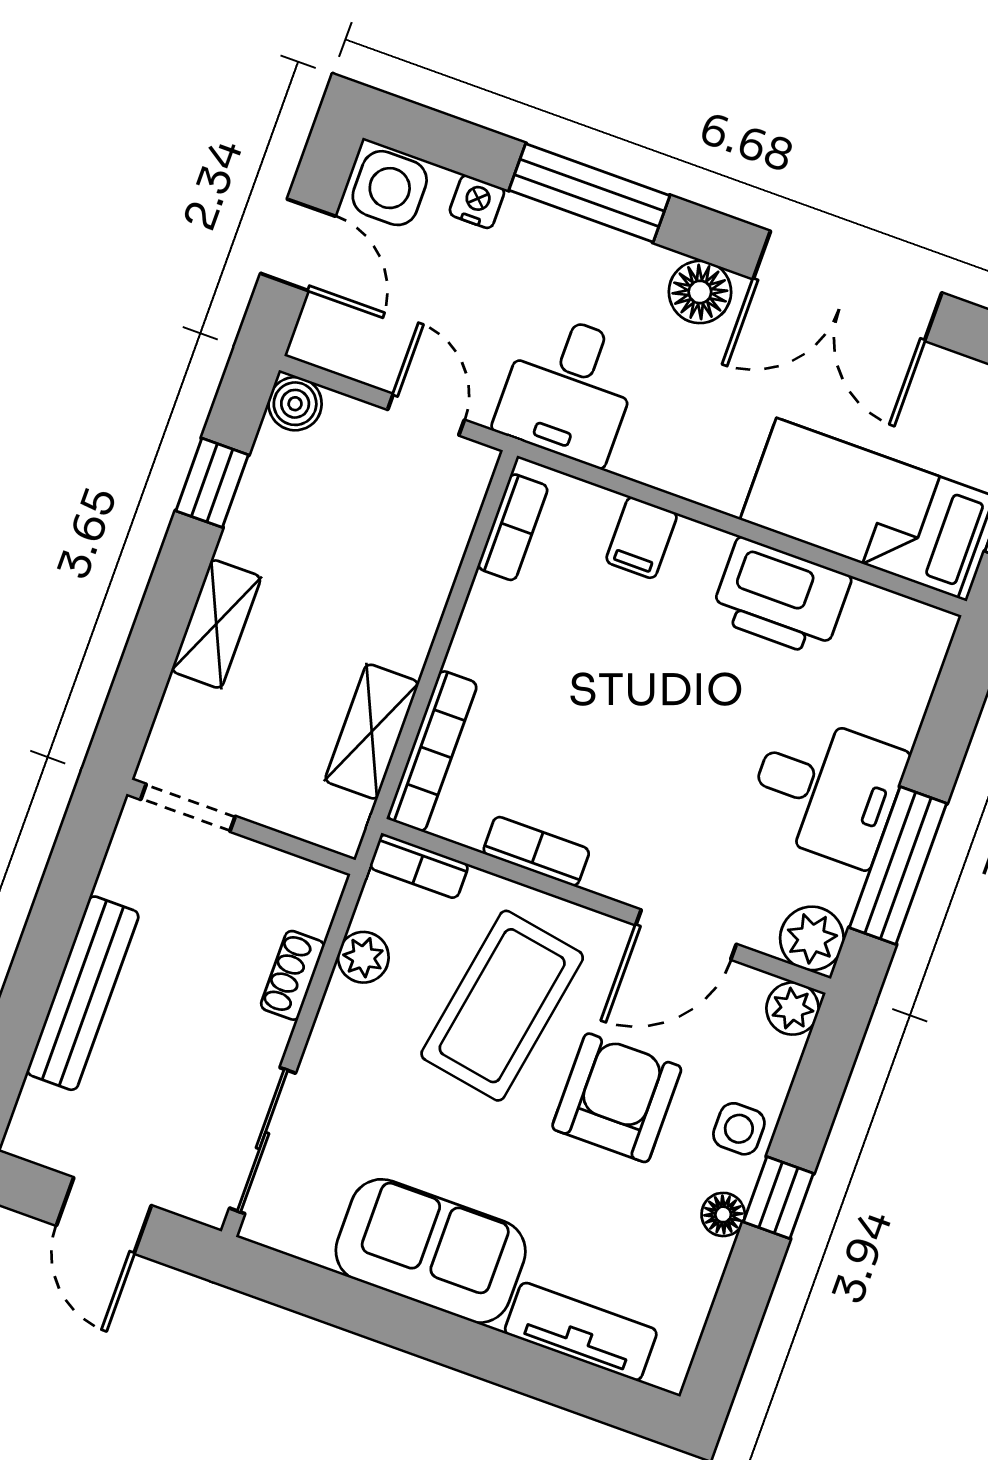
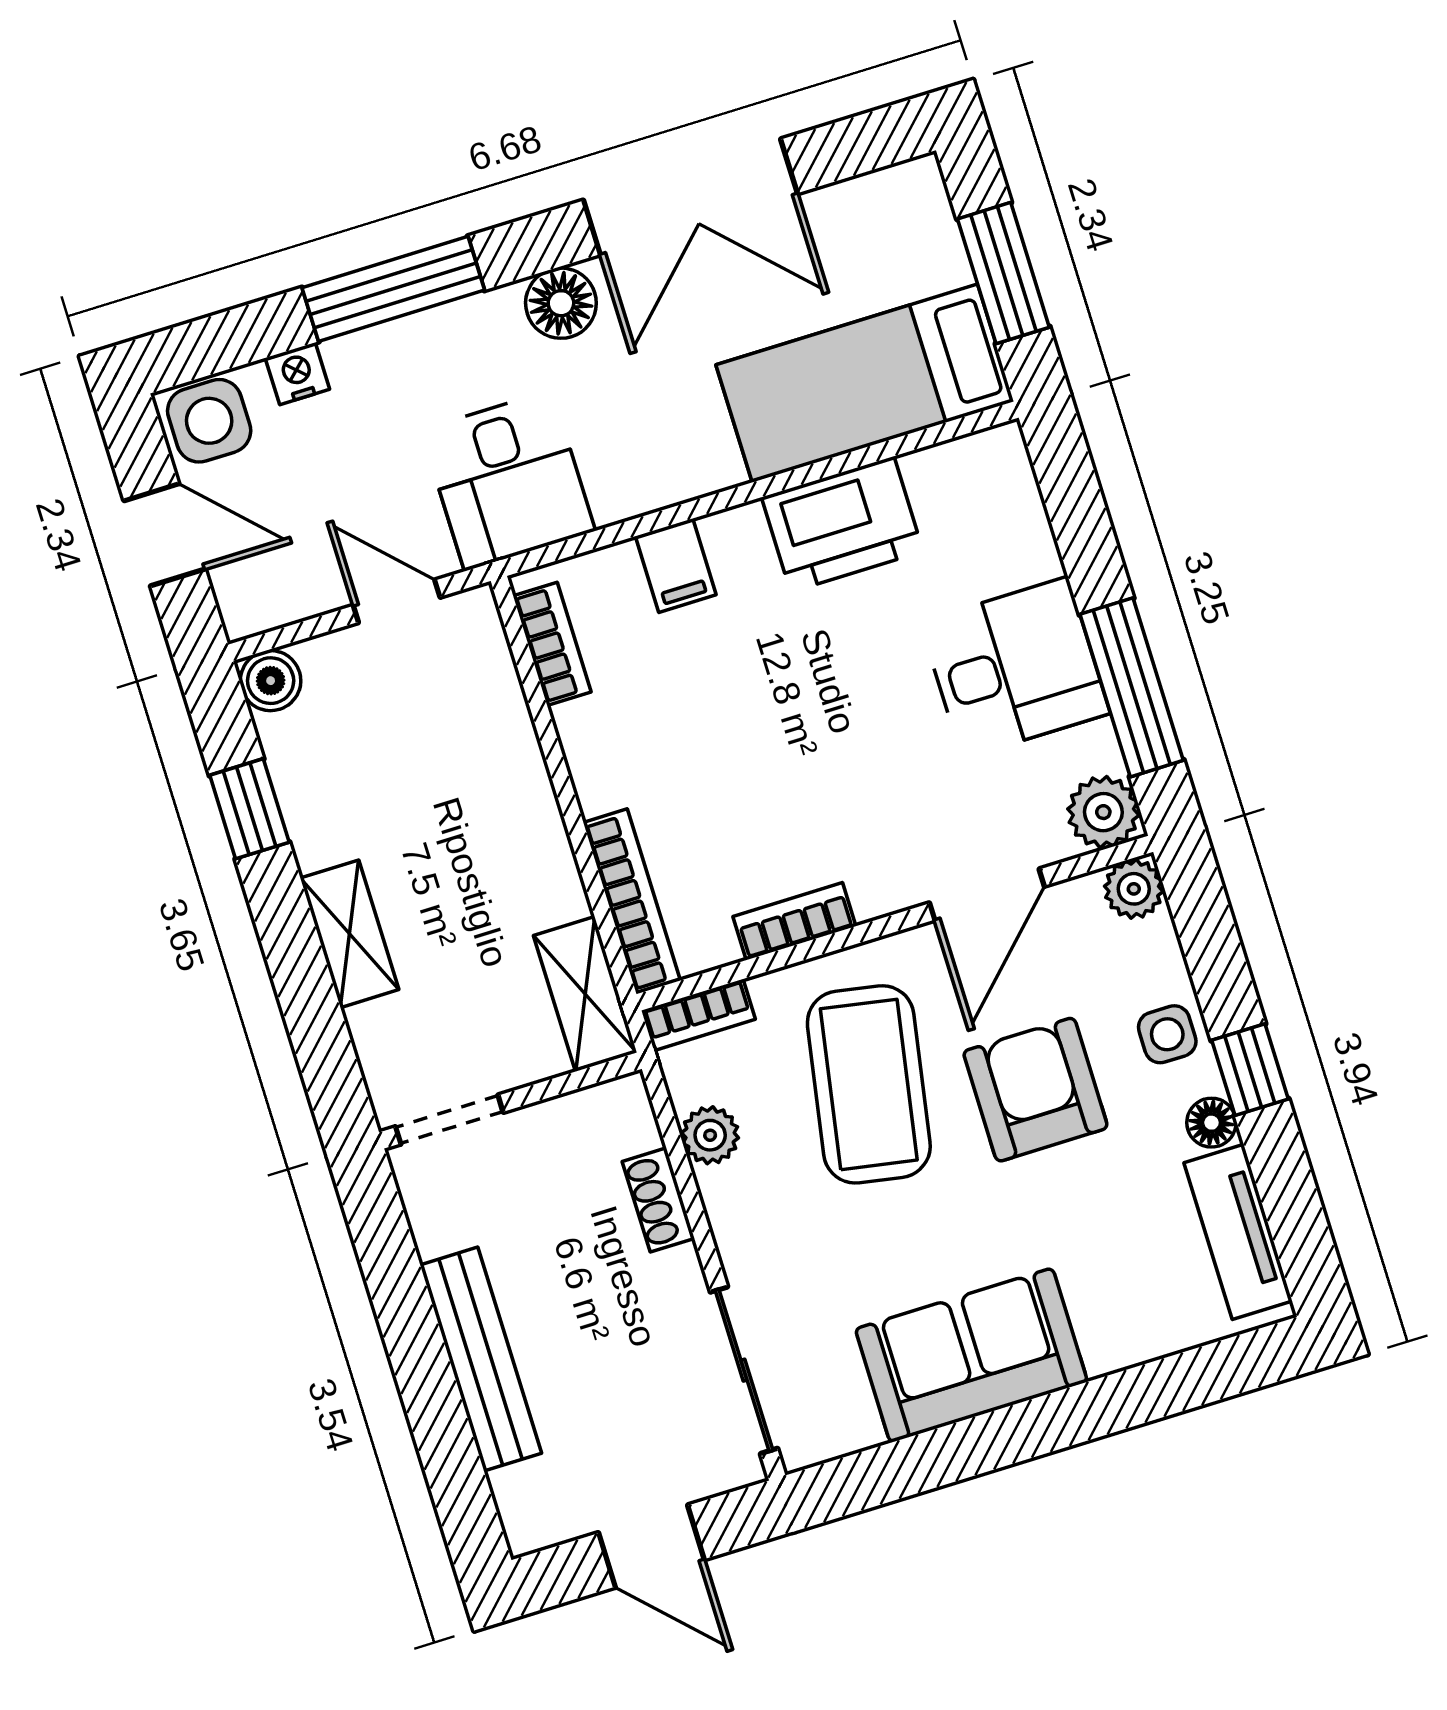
shelving: (372, 732) -> (585, 994), moved
tv unit: (581, 1332) -> (1238, 1232), moved, turned -90

